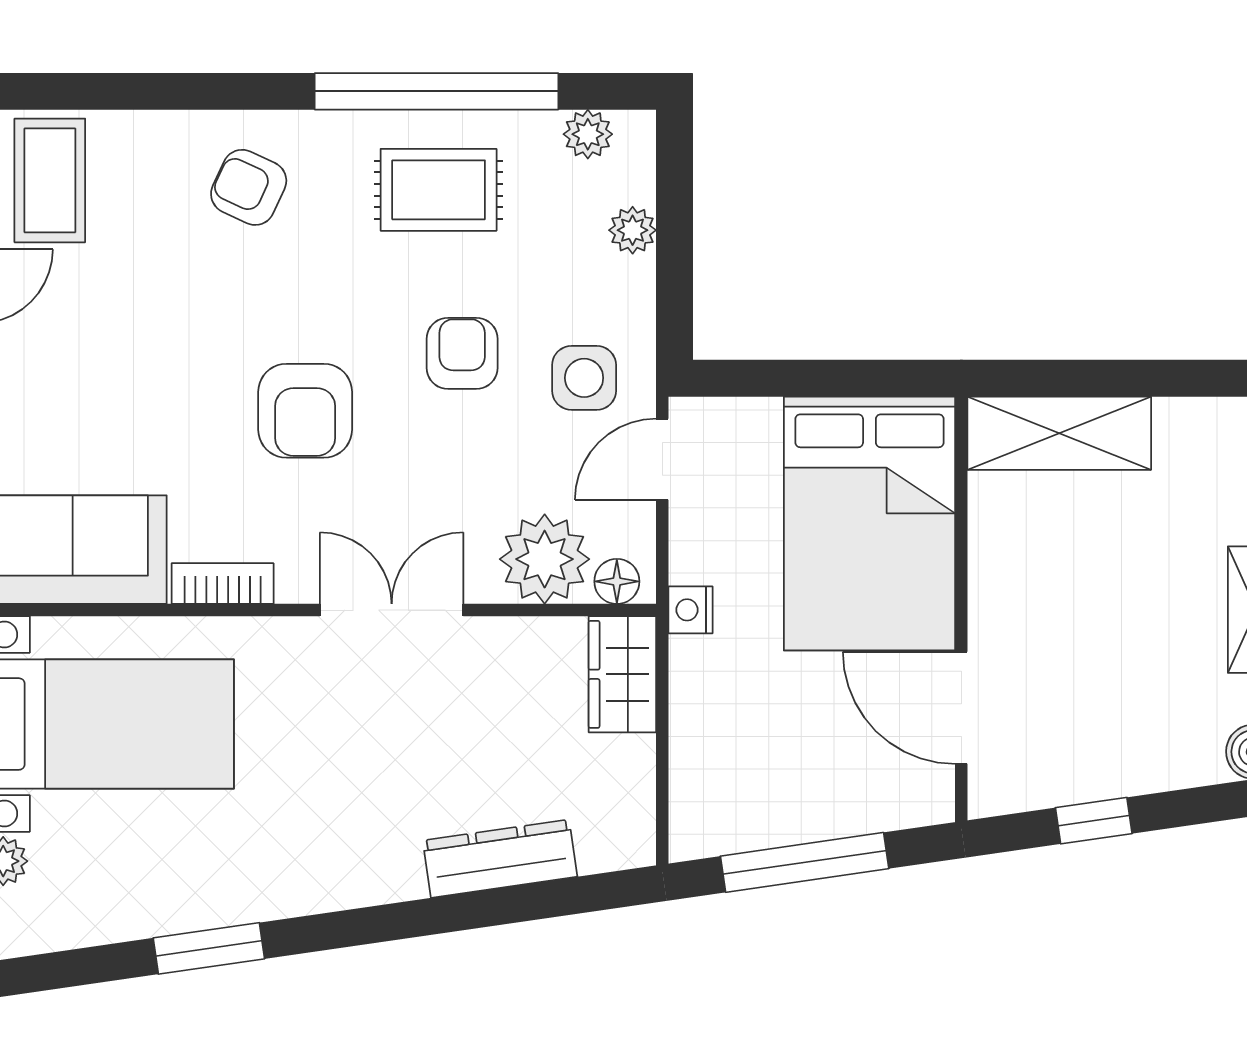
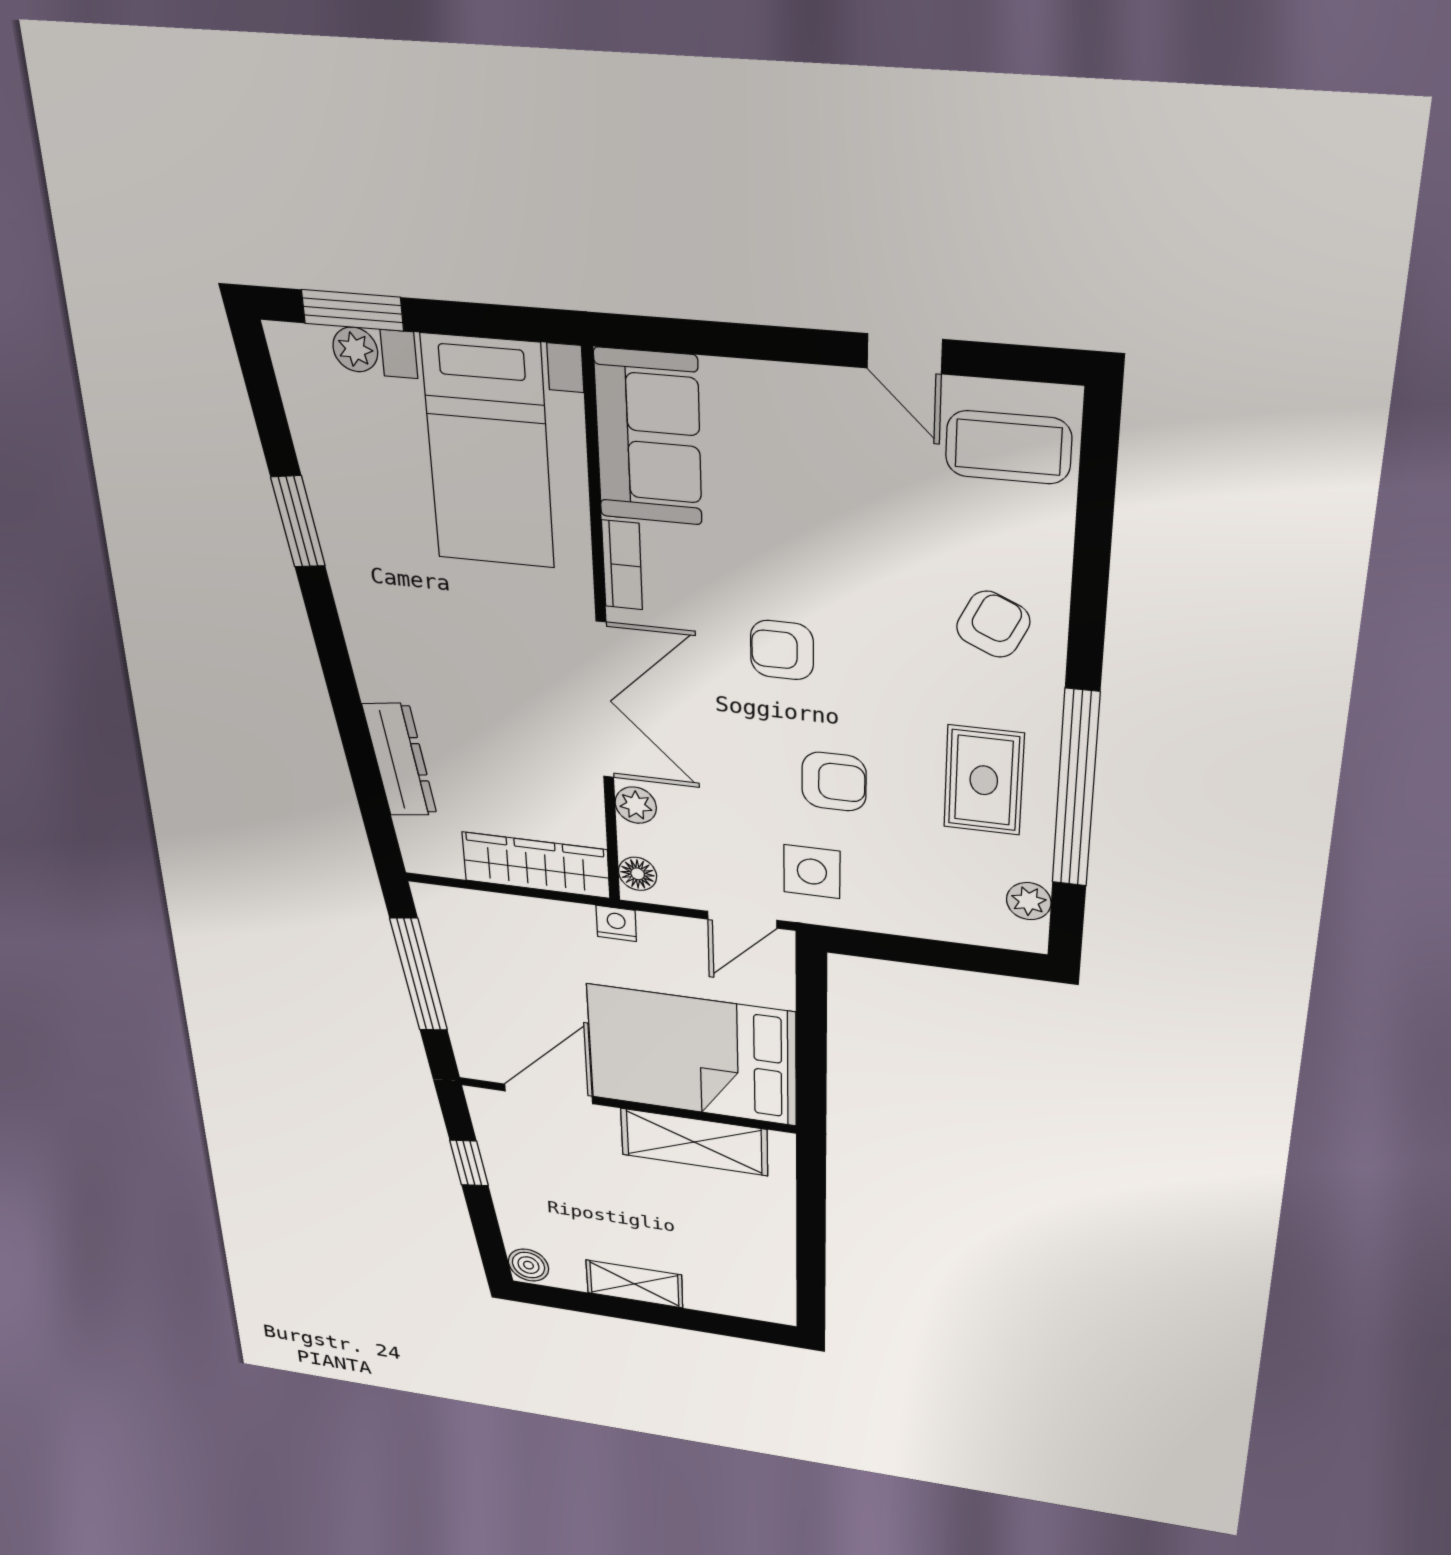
plant: (633, 230) -> (941, 923), removed
armchair: (305, 411) -> (782, 650), width x0.72, depth x0.72
shelving: (1059, 433) -> (694, 1142), moved, turned 90
door: (662, 459) -> (742, 920), swing flipped
plant: (545, 559) -> (636, 805), width x0.53, depth x0.53
double door: (392, 610) -> (605, 701), width x1.37
wardrobe: (622, 674) -> (536, 865), width x1.50

